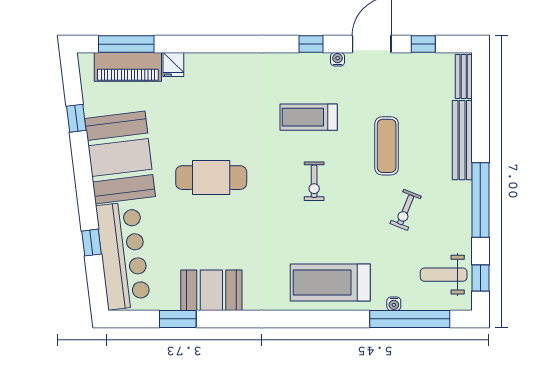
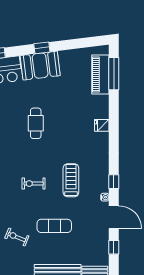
fridge: (173, 65) -> (102, 125), moved
window: (76, 118) -> (42, 48), moved
booth: (120, 158) -> (40, 66), width x0.73, depth x0.70
cafe table: (211, 178) -> (36, 123), width x0.73, depth x0.74

